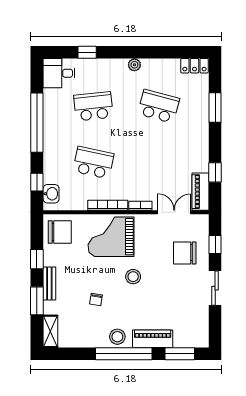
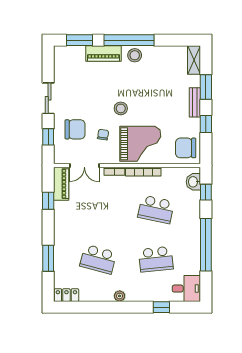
chair: (96, 299) -> (103, 135), moved

